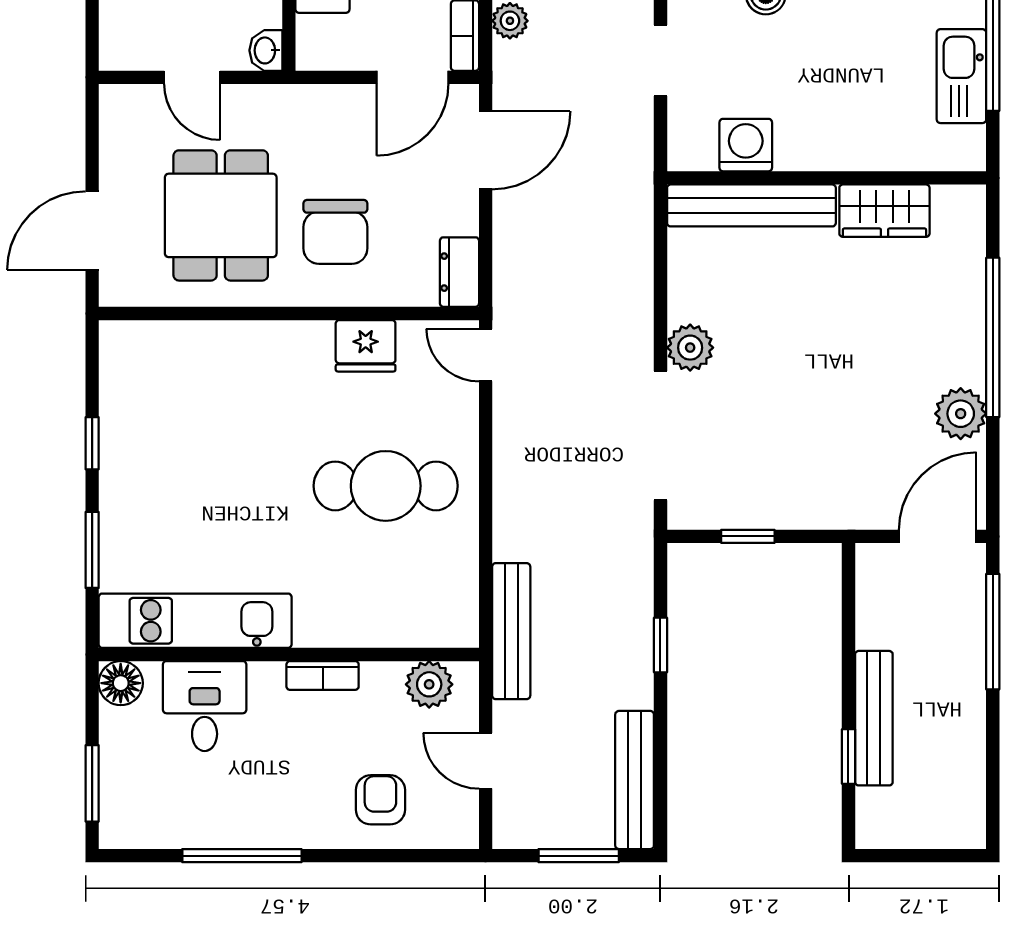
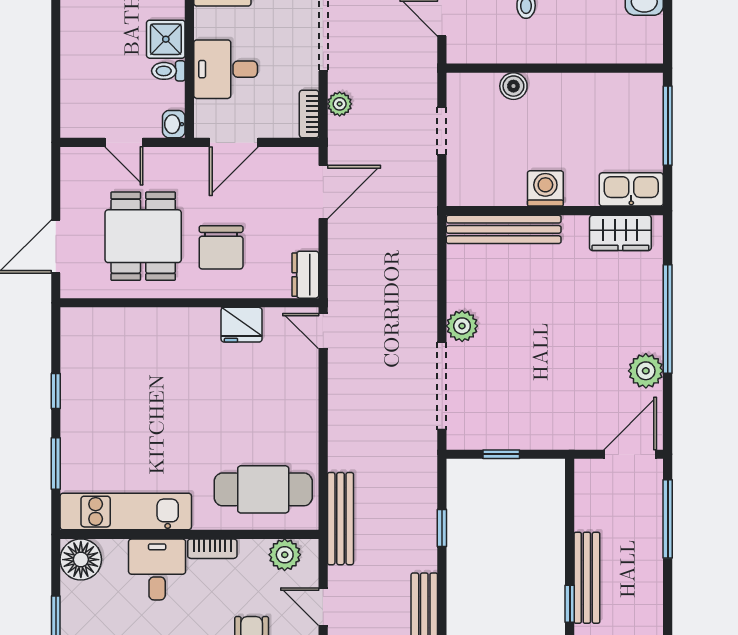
kitchen sink: (961, 76) -> (631, 189), moved, turned 90
door: (413, 77) -> (234, 142), moved
washing machine: (746, 145) -> (545, 188), moved
wardrobe: (884, 211) -> (620, 233), moved
cafe table: (386, 486) -> (263, 489), moved
floor lamp: (121, 683) -> (81, 560), width x1.38, depth x1.38
desk: (205, 706) -> (157, 569), moved

